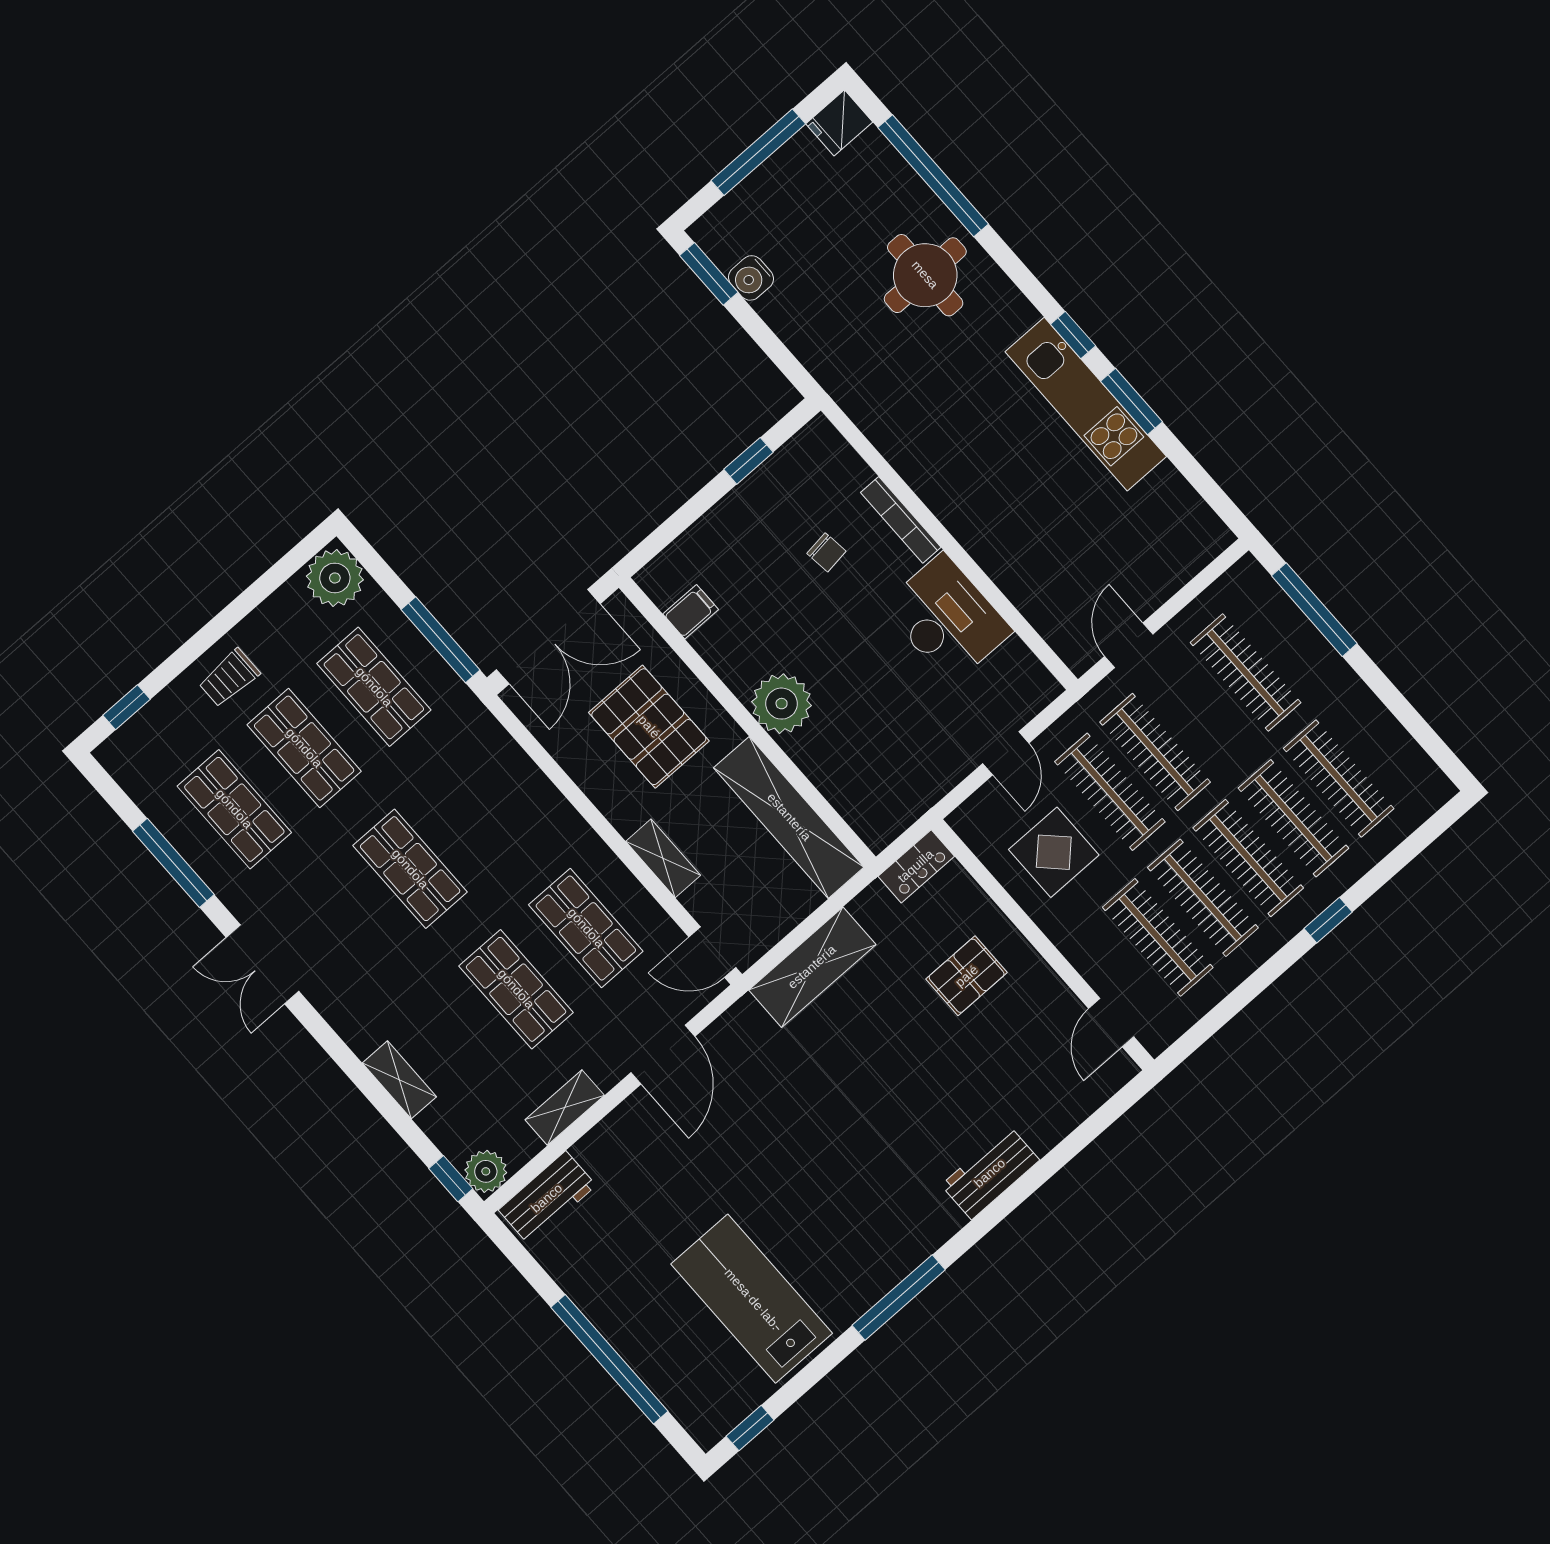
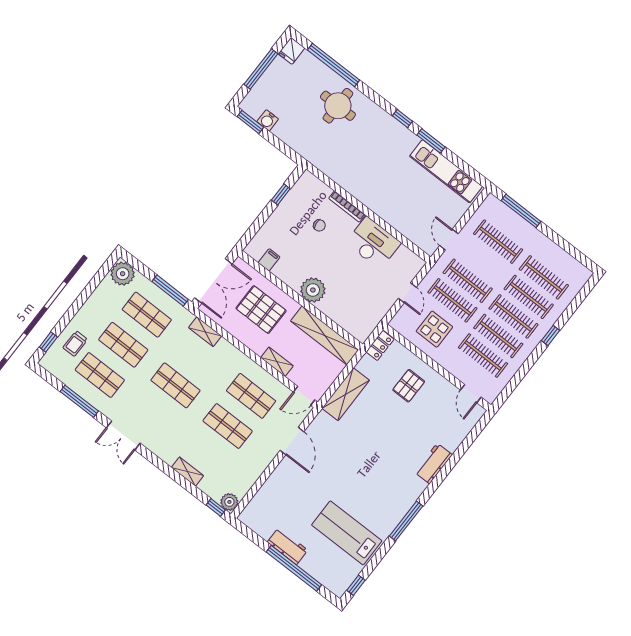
kitchen unit: (1086, 404) -> (446, 171), moved
trolley: (229, 678) -> (75, 344), moved
shelving: (565, 1108) -> (205, 332), moved, turned 90
workbench: (547, 1198) -> (288, 546), moved, turned -90

